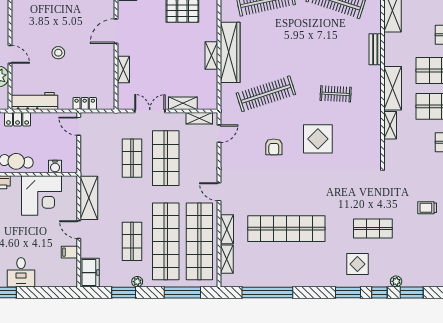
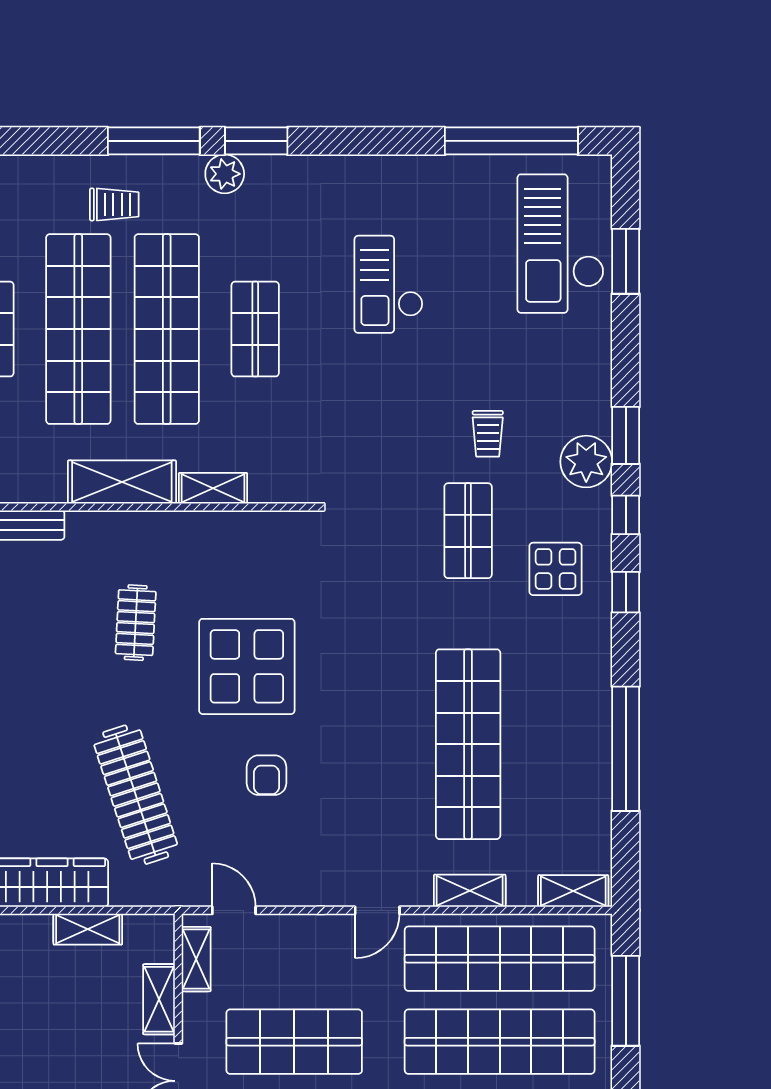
shelving: (211, 56) -> (88, 929), moved
display table: (318, 139) -> (247, 666), width x1.36, depth x1.36
armchair: (274, 147) -> (267, 775), turned 90
trolley: (427, 208) -> (488, 434), moved
shelving: (227, 259) -> (573, 891), moved
plant: (396, 281) -> (586, 462), width x1.88, depth x1.88
window: (267, 292) -> (626, 749), moved
window: (348, 292) -> (626, 592), width x0.67

